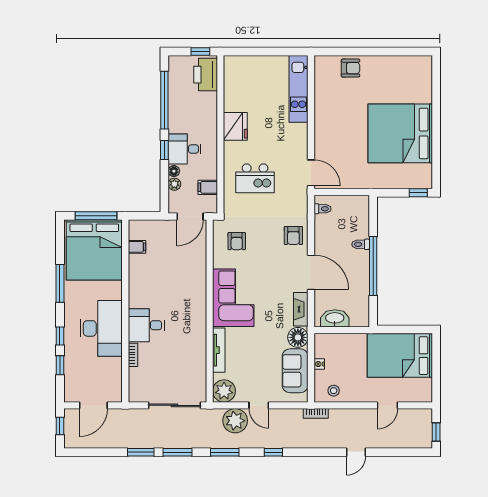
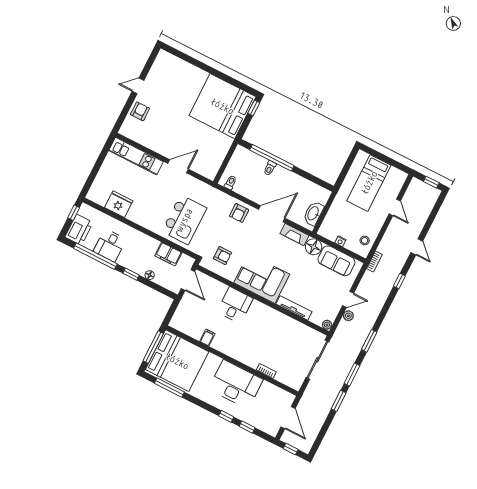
door: (378, 51) -> (138, 86), added
printer: (206, 75) -> (79, 230), moved, turned -90
fridge: (235, 126) -> (119, 204), moved
bed: (400, 133) -> (222, 106), moved, turned 90
desk: (185, 149) -> (110, 245), moved
door: (311, 173) -> (178, 166), moved
kitchen island: (255, 178) -> (184, 220), width x1.37, depth x1.28
plant: (174, 184) -> (159, 279), removed
filing cabinet: (208, 187) -> (168, 254), width x2.00
armchair: (293, 236) -> (239, 213), turned 90
filing cabinet: (137, 247) -> (207, 338), moved
window: (373, 266) -> (272, 158), moved
window: (60, 283) -> (169, 388), moved
desk: (146, 325) -> (235, 305), moved, turned 180
bed: (400, 356) -> (369, 183), width x0.67
plant: (224, 391) -> (327, 325), width x0.53, depth x0.53
plant: (235, 421) -> (348, 316), width x0.53, depth x0.53
window: (273, 452) -> (399, 281), moved

